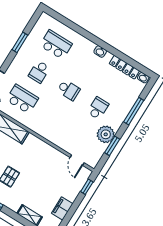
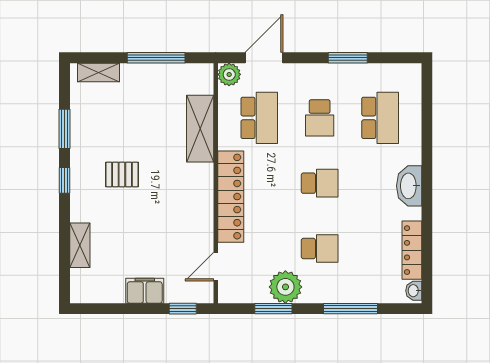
washbasin: (100, 51) -> (409, 186), width x1.91, depth x1.45
school desk: (39, 72) -> (320, 118), turned -90
school desk: (69, 90) -> (320, 183), turned -90
locker: (50, 134) -> (231, 197), added
filing cabinet: (62, 208) -> (145, 291), moved

